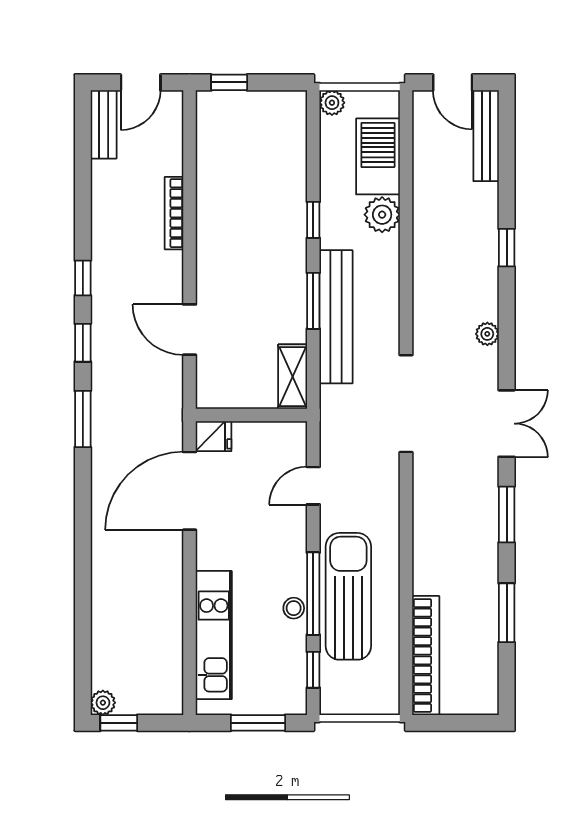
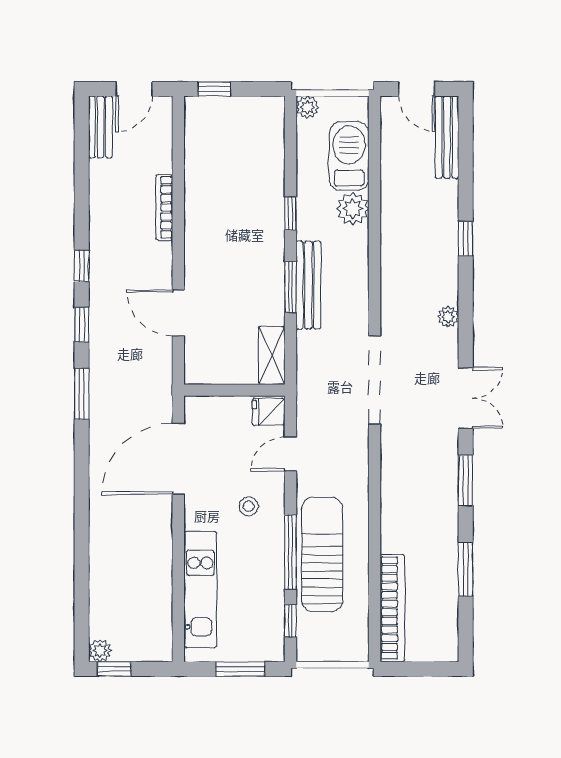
bench: (336, 317) -> (308, 285), width x0.73, depth x0.82
fridge: (214, 436) -> (269, 412), moved, turned 180
stool: (294, 608) -> (249, 506), moved

